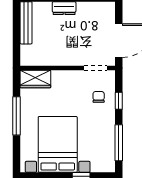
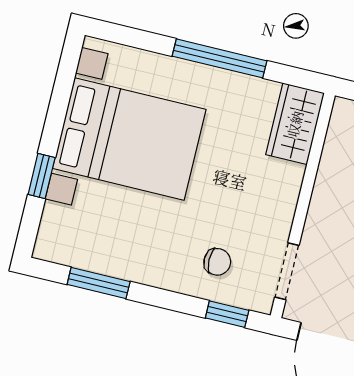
window: (119, 101) -> (227, 314), moved
window: (119, 143) -> (99, 283), width x0.69

